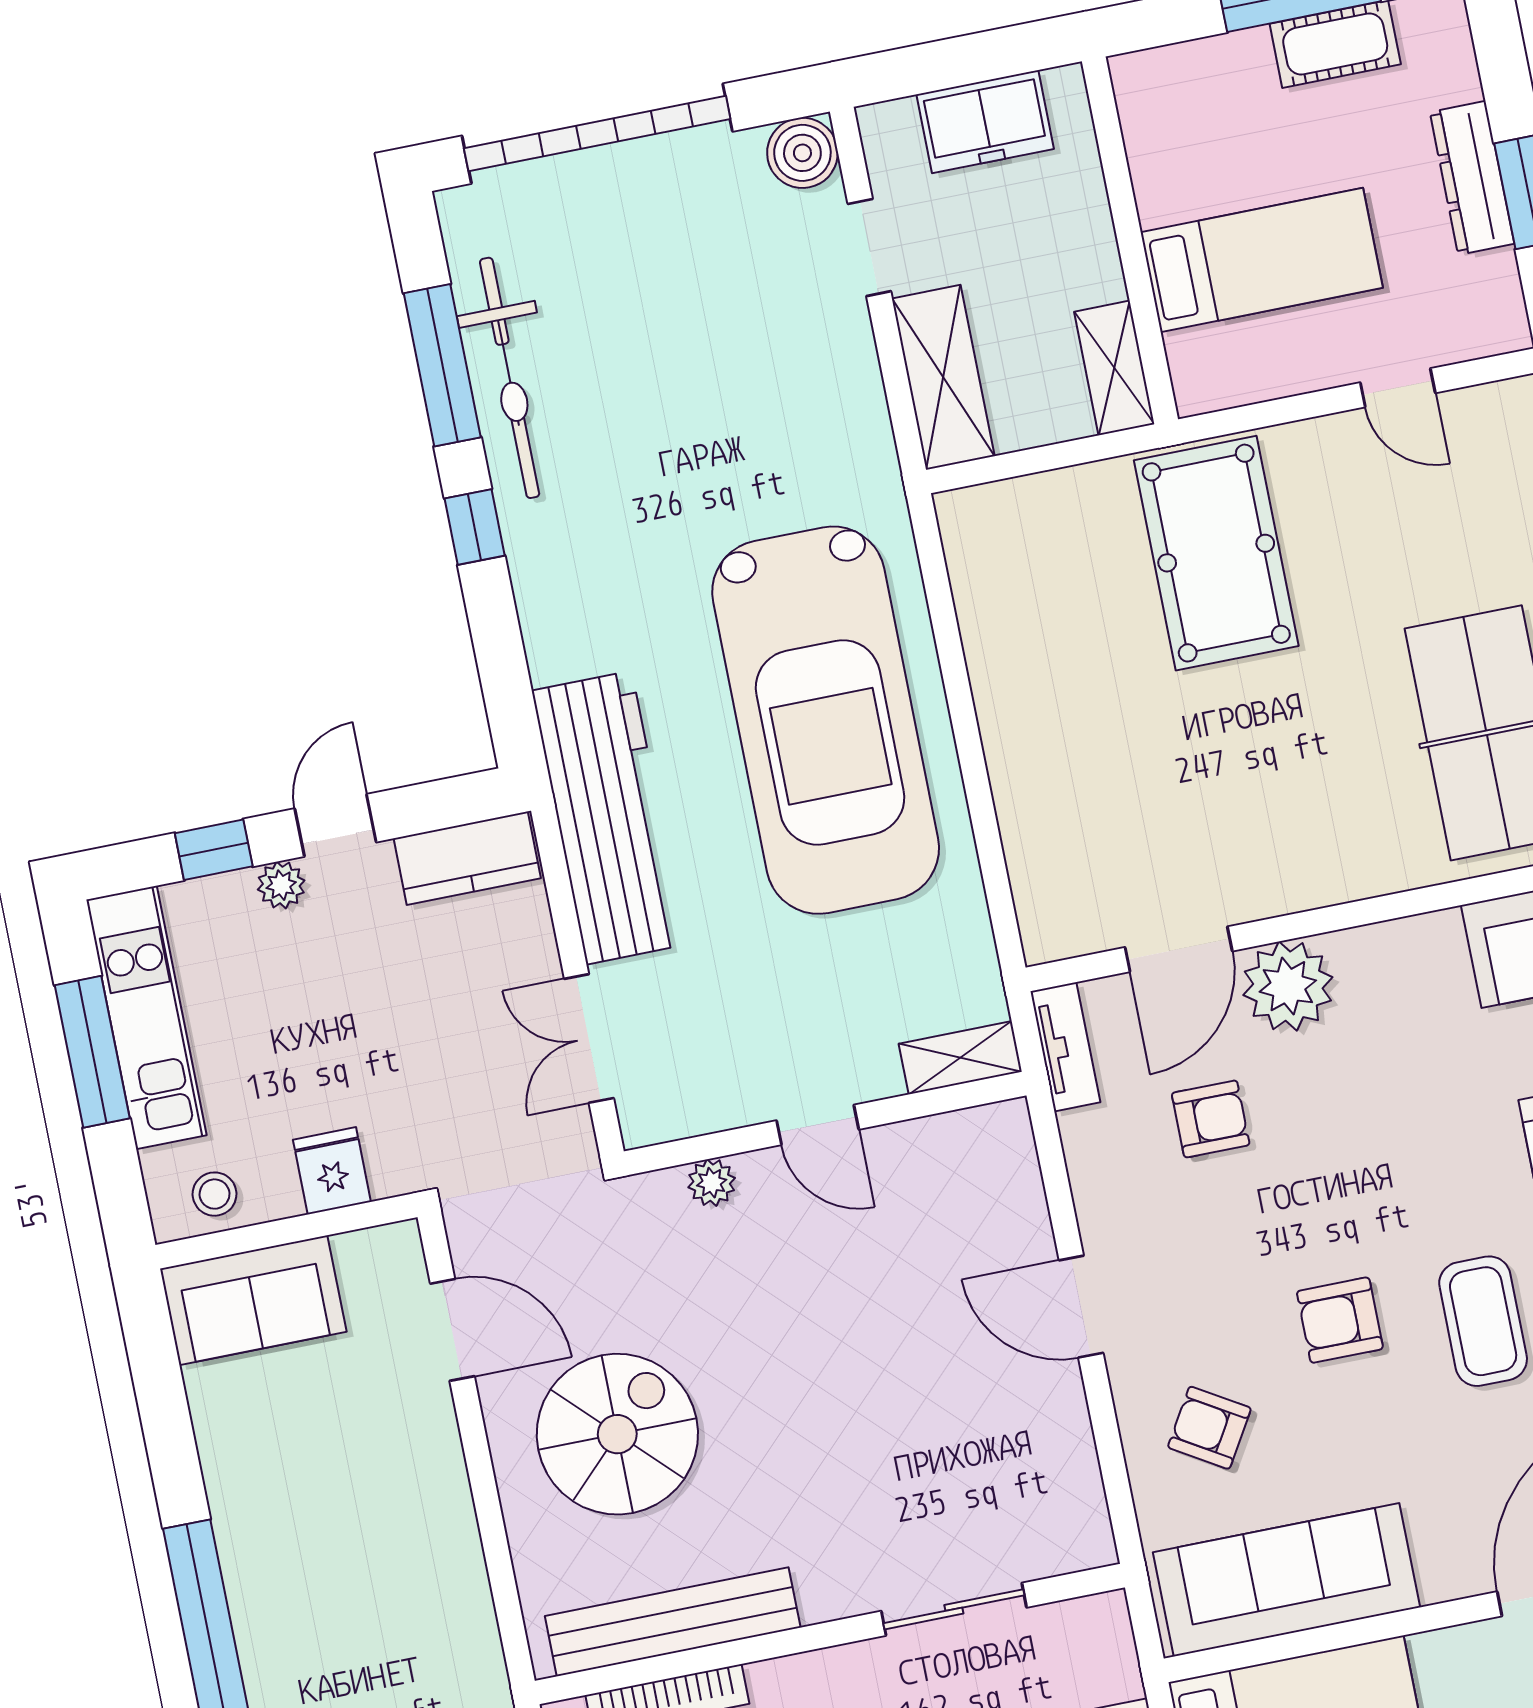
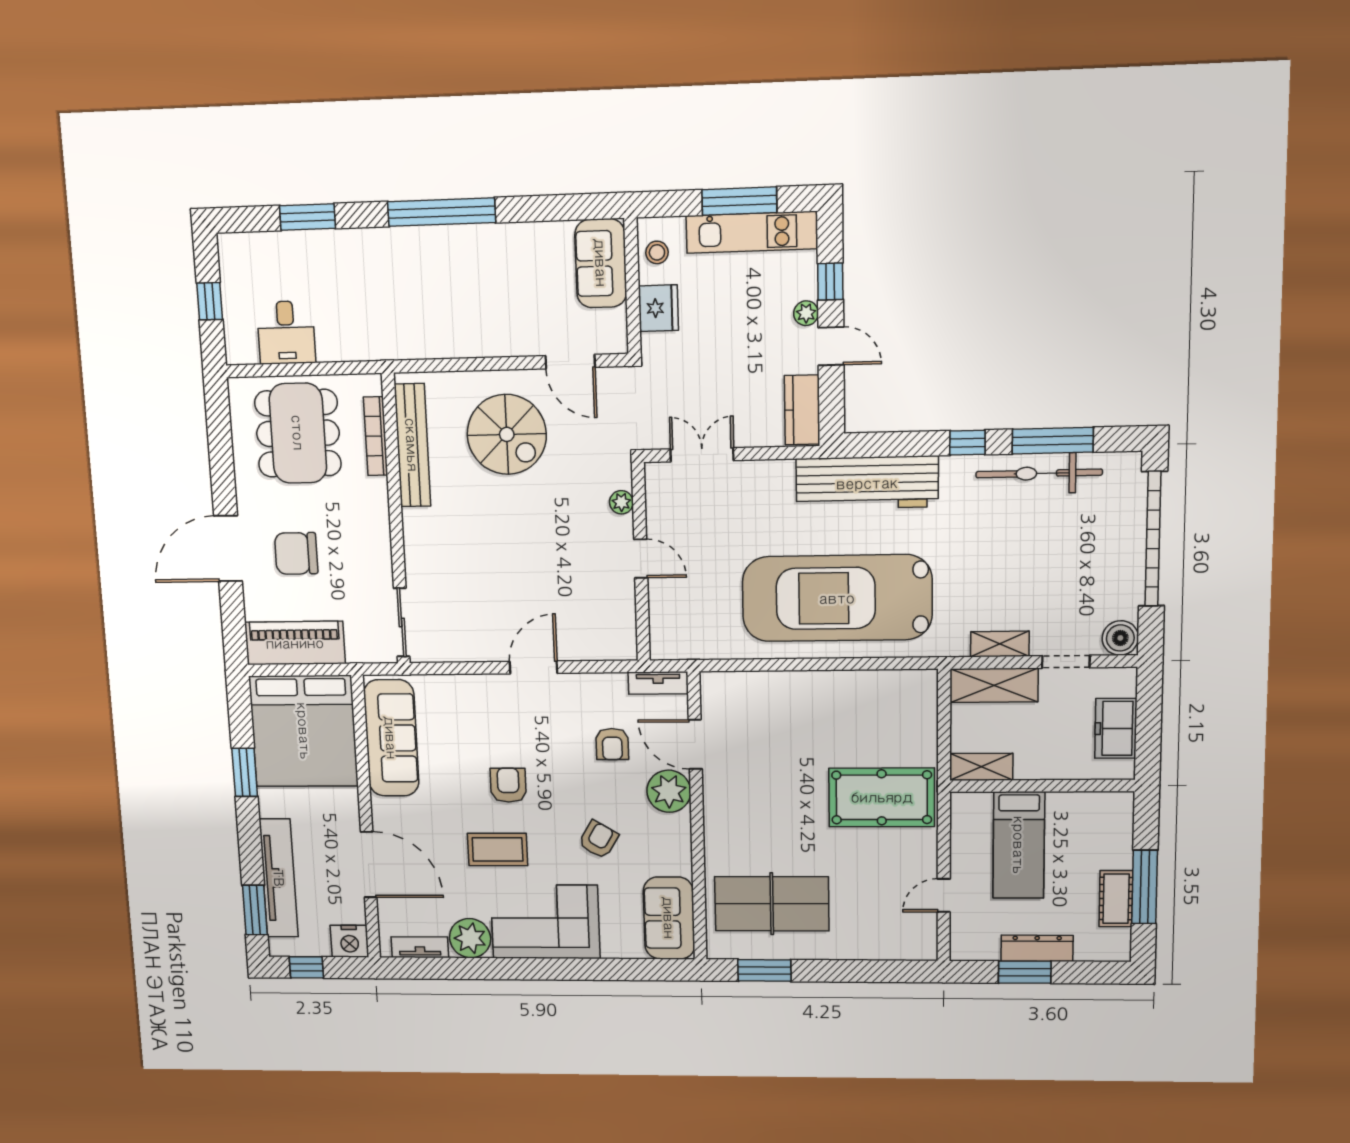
workbench: (609, 818) -> (867, 483), moved
shelving: (960, 1058) -> (1000, 644), moved, turned 90
door: (818, 1125) -> (641, 559), swing flipped
fridge: (332, 1171) -> (658, 308), width x1.38
door: (452, 1330) -> (570, 362), hinge flipped
armchair: (1209, 1428) -> (599, 840), moved
sliding door: (954, 1609) -> (402, 622), moved

